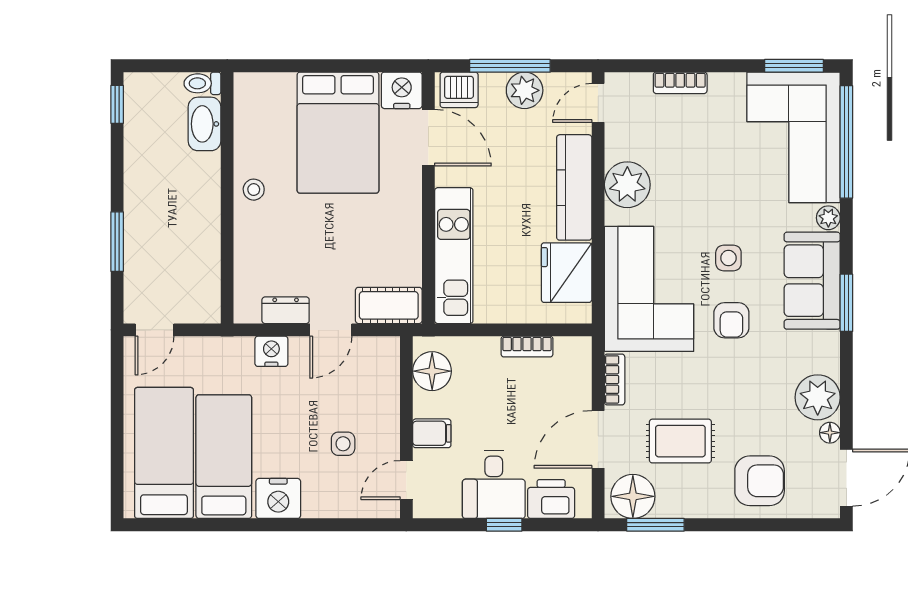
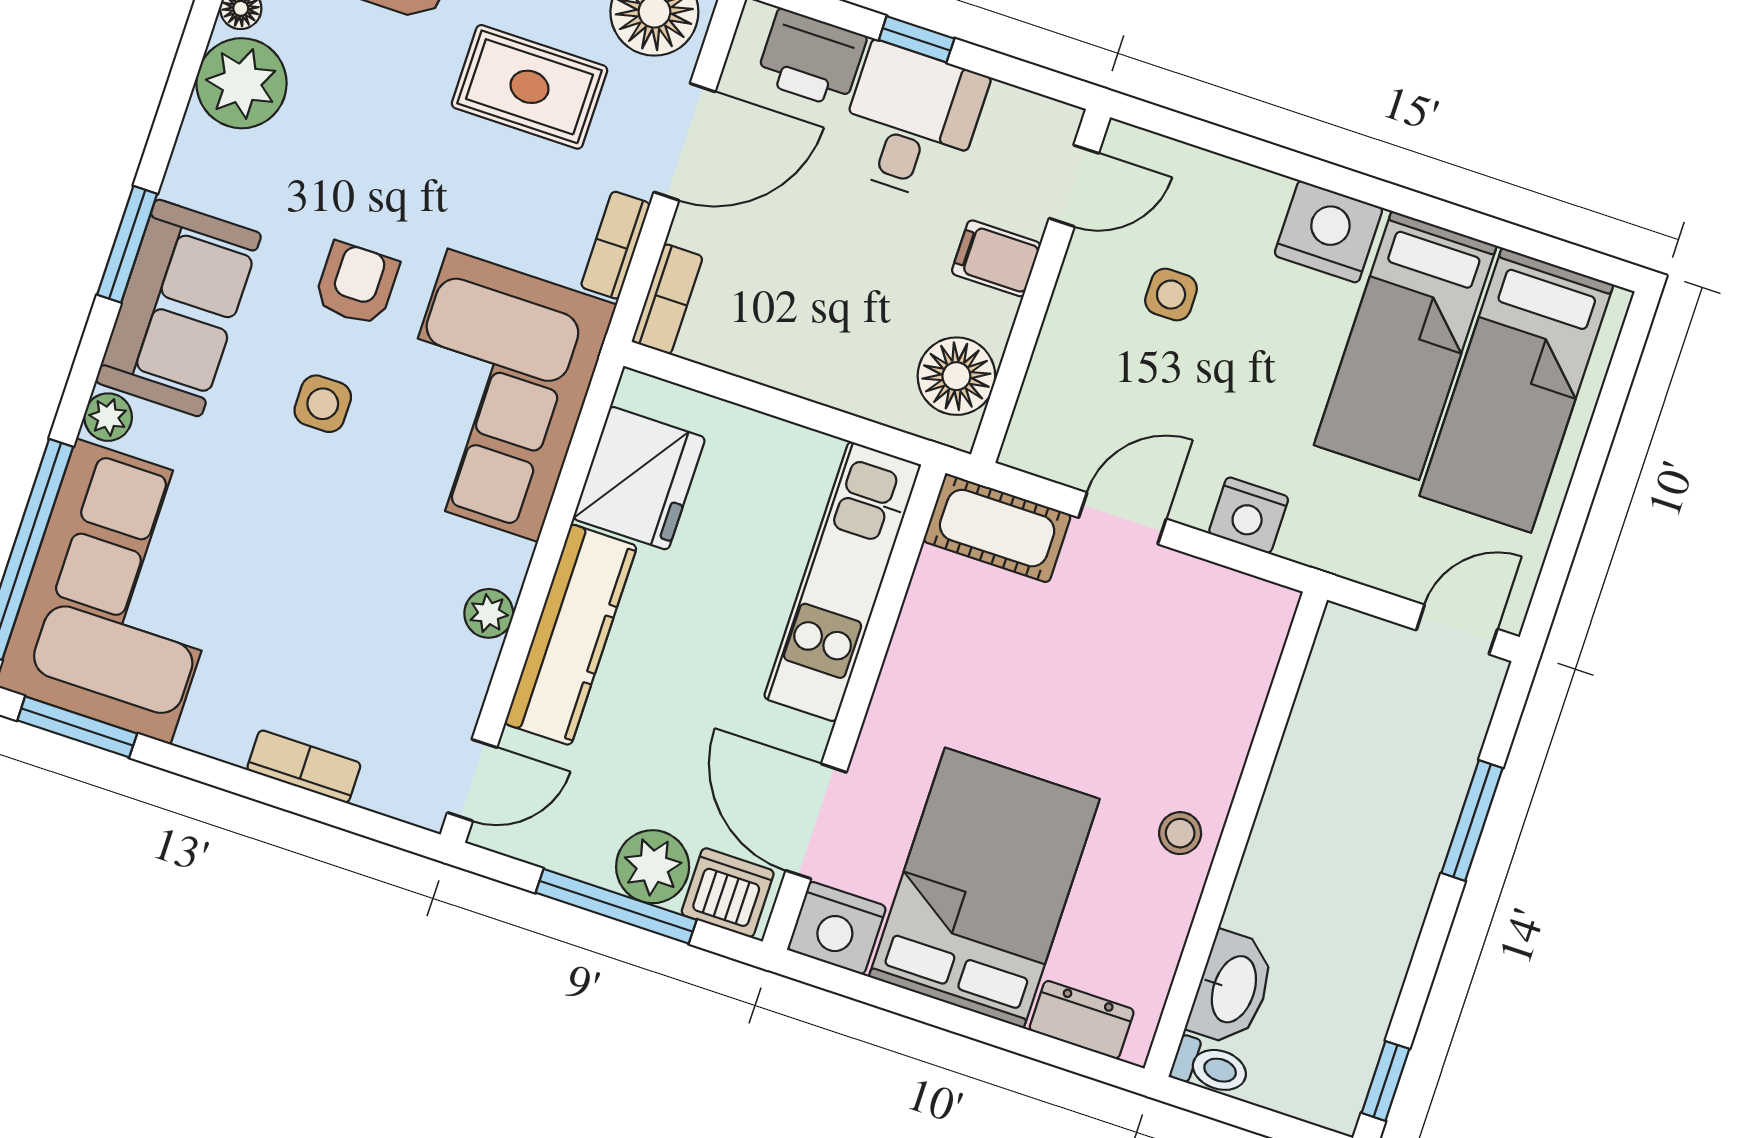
plant: (525, 90) -> (653, 867), moved
plant: (627, 185) -> (489, 613), width x0.53, depth x0.53
dresser: (286, 310) -> (1082, 1020), moved, turned 180
bookcase: (527, 347) -> (667, 299), moved, turned 90

